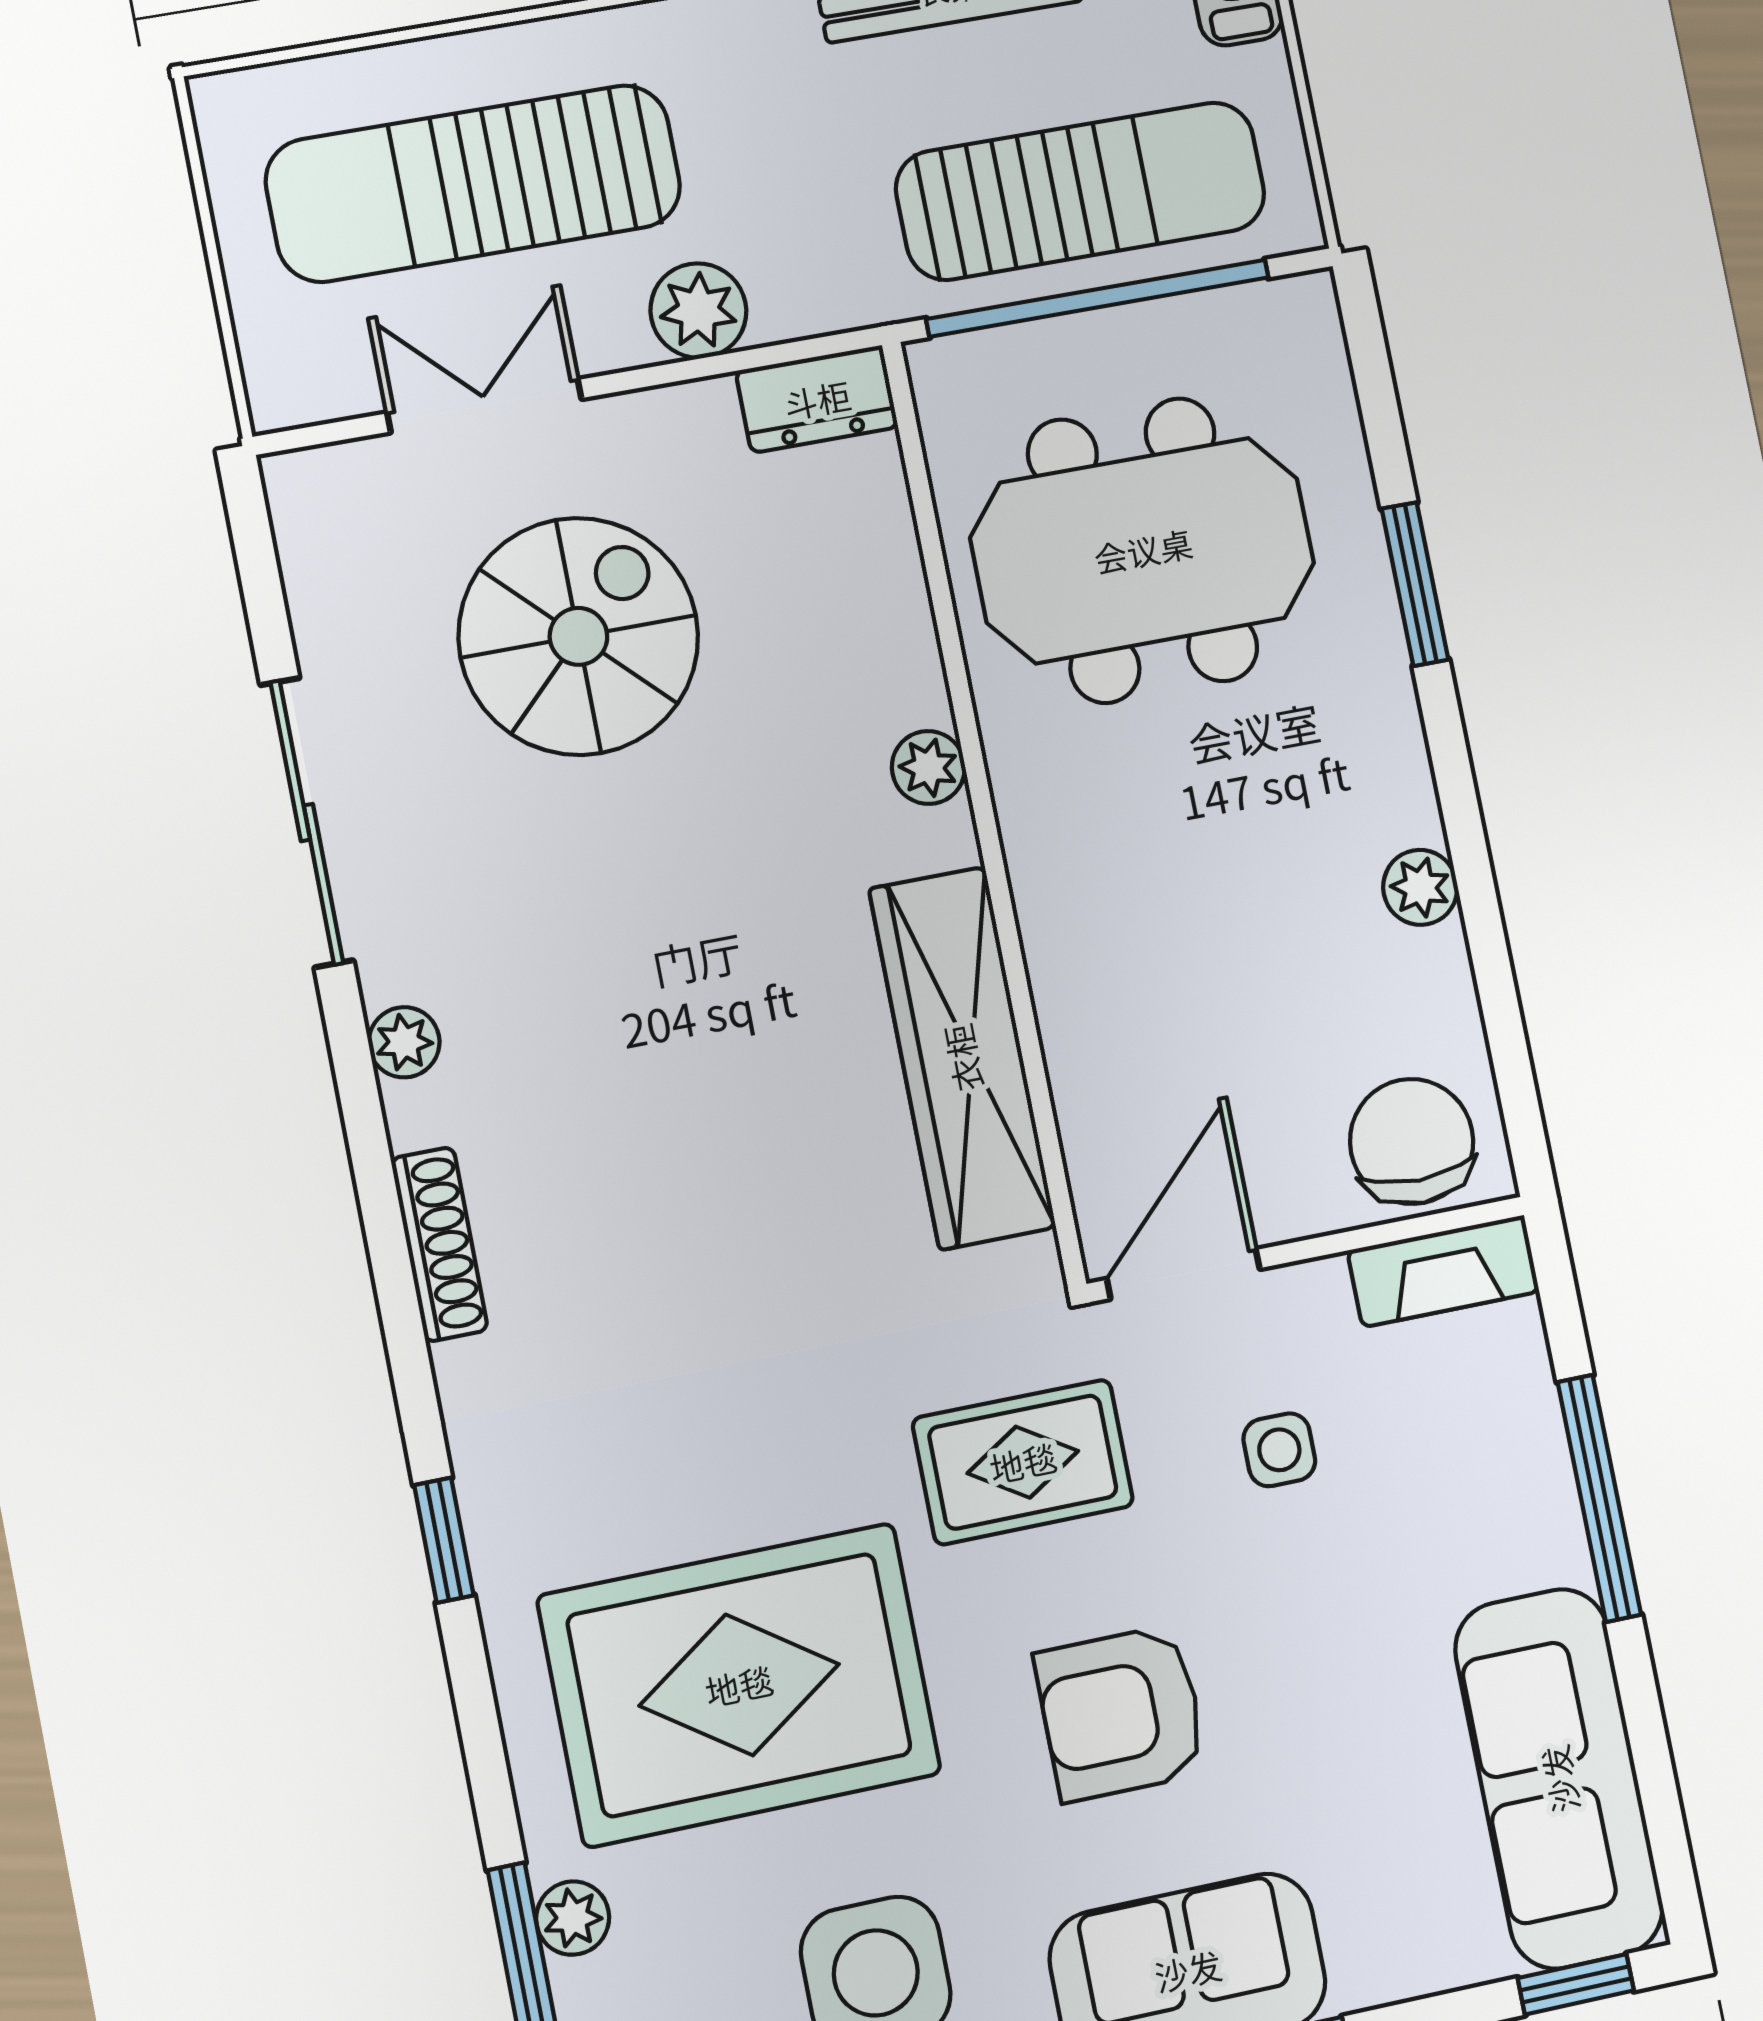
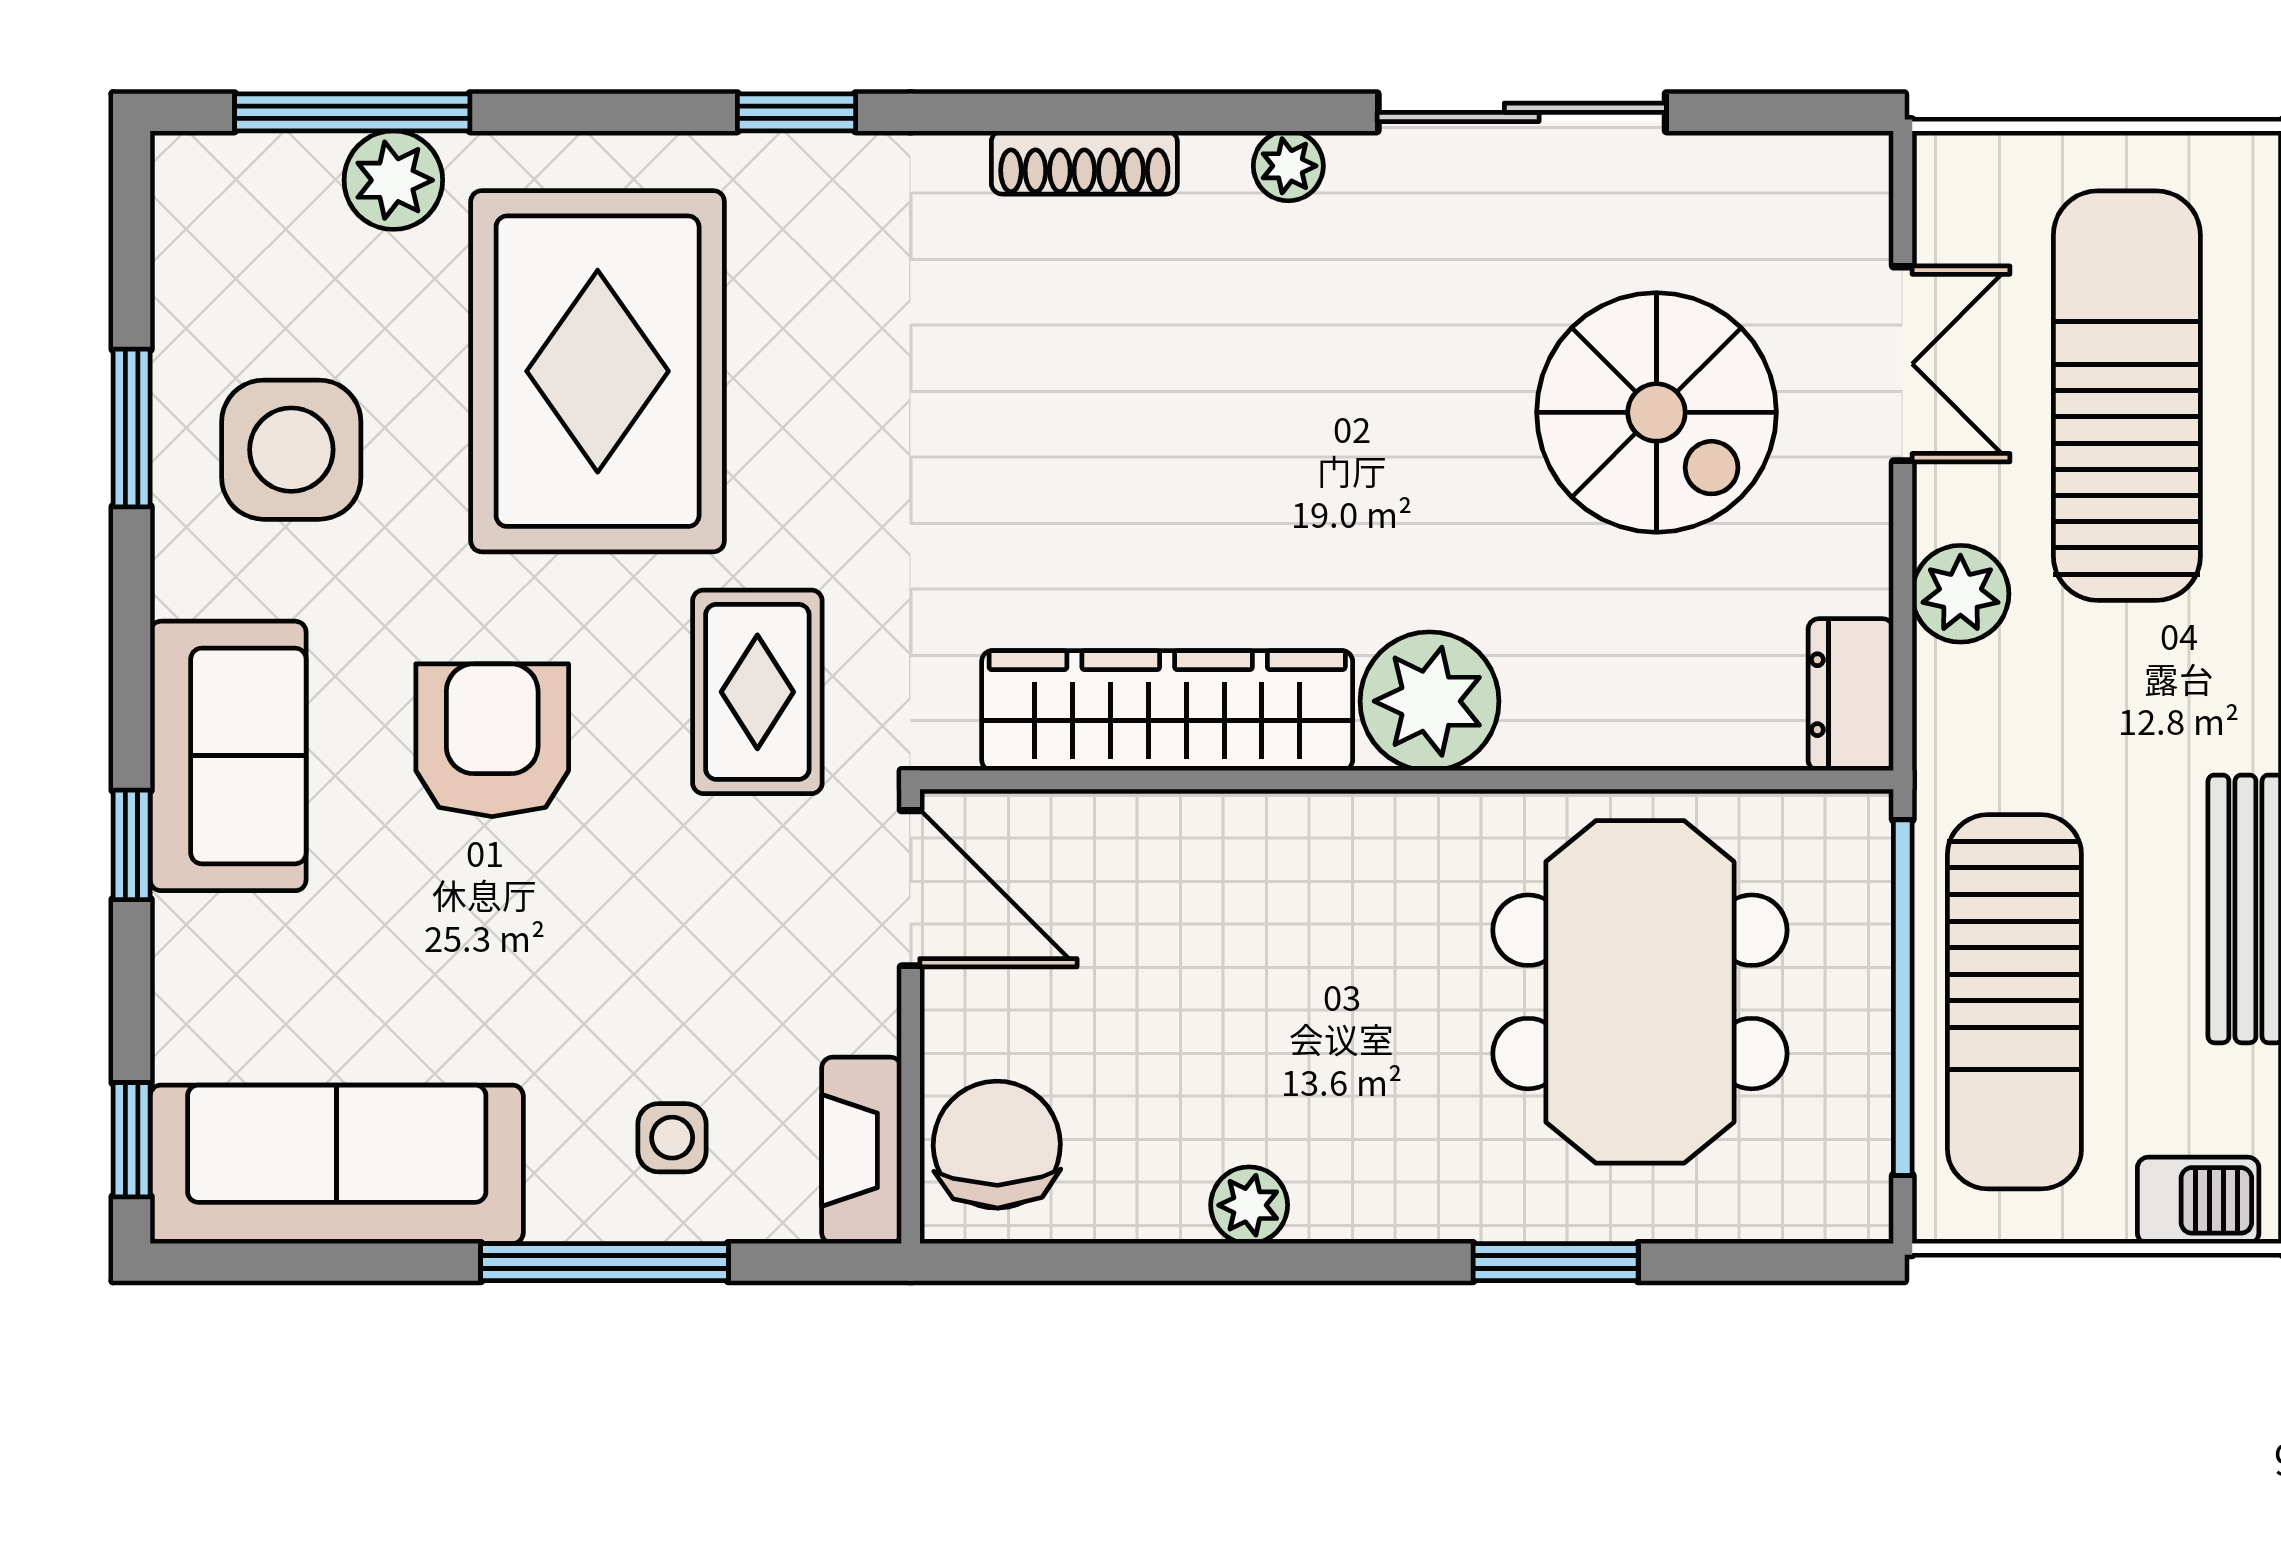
plant: (928, 768) -> (1430, 701), width x1.87, depth x1.87
chair: (1412, 1141) -> (997, 1145), turned -91
side table: (1279, 1450) -> (672, 1138), moved
plant: (573, 1918) -> (393, 180), width x1.38, depth x1.38

